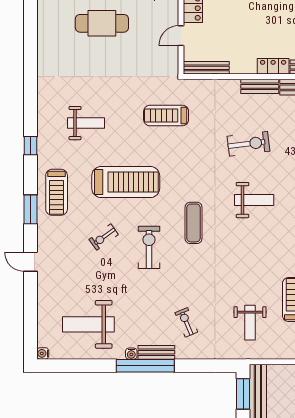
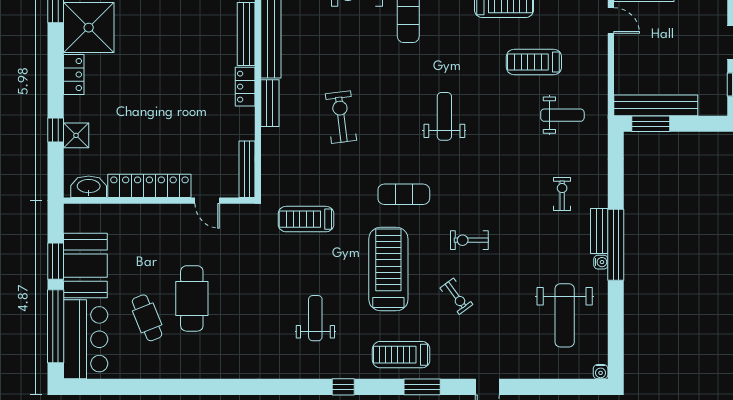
treadmill: (166, 115) -> (306, 219), turned 90
treadmill: (57, 192) -> (401, 355), turned 180
weight bench: (254, 200) -> (444, 116), moved
exercise mat: (194, 223) -> (404, 194), moved
exercise bike: (149, 247) -> (469, 240), width x0.73, depth x0.72
exercise bike: (186, 322) -> (562, 194), turned 113

